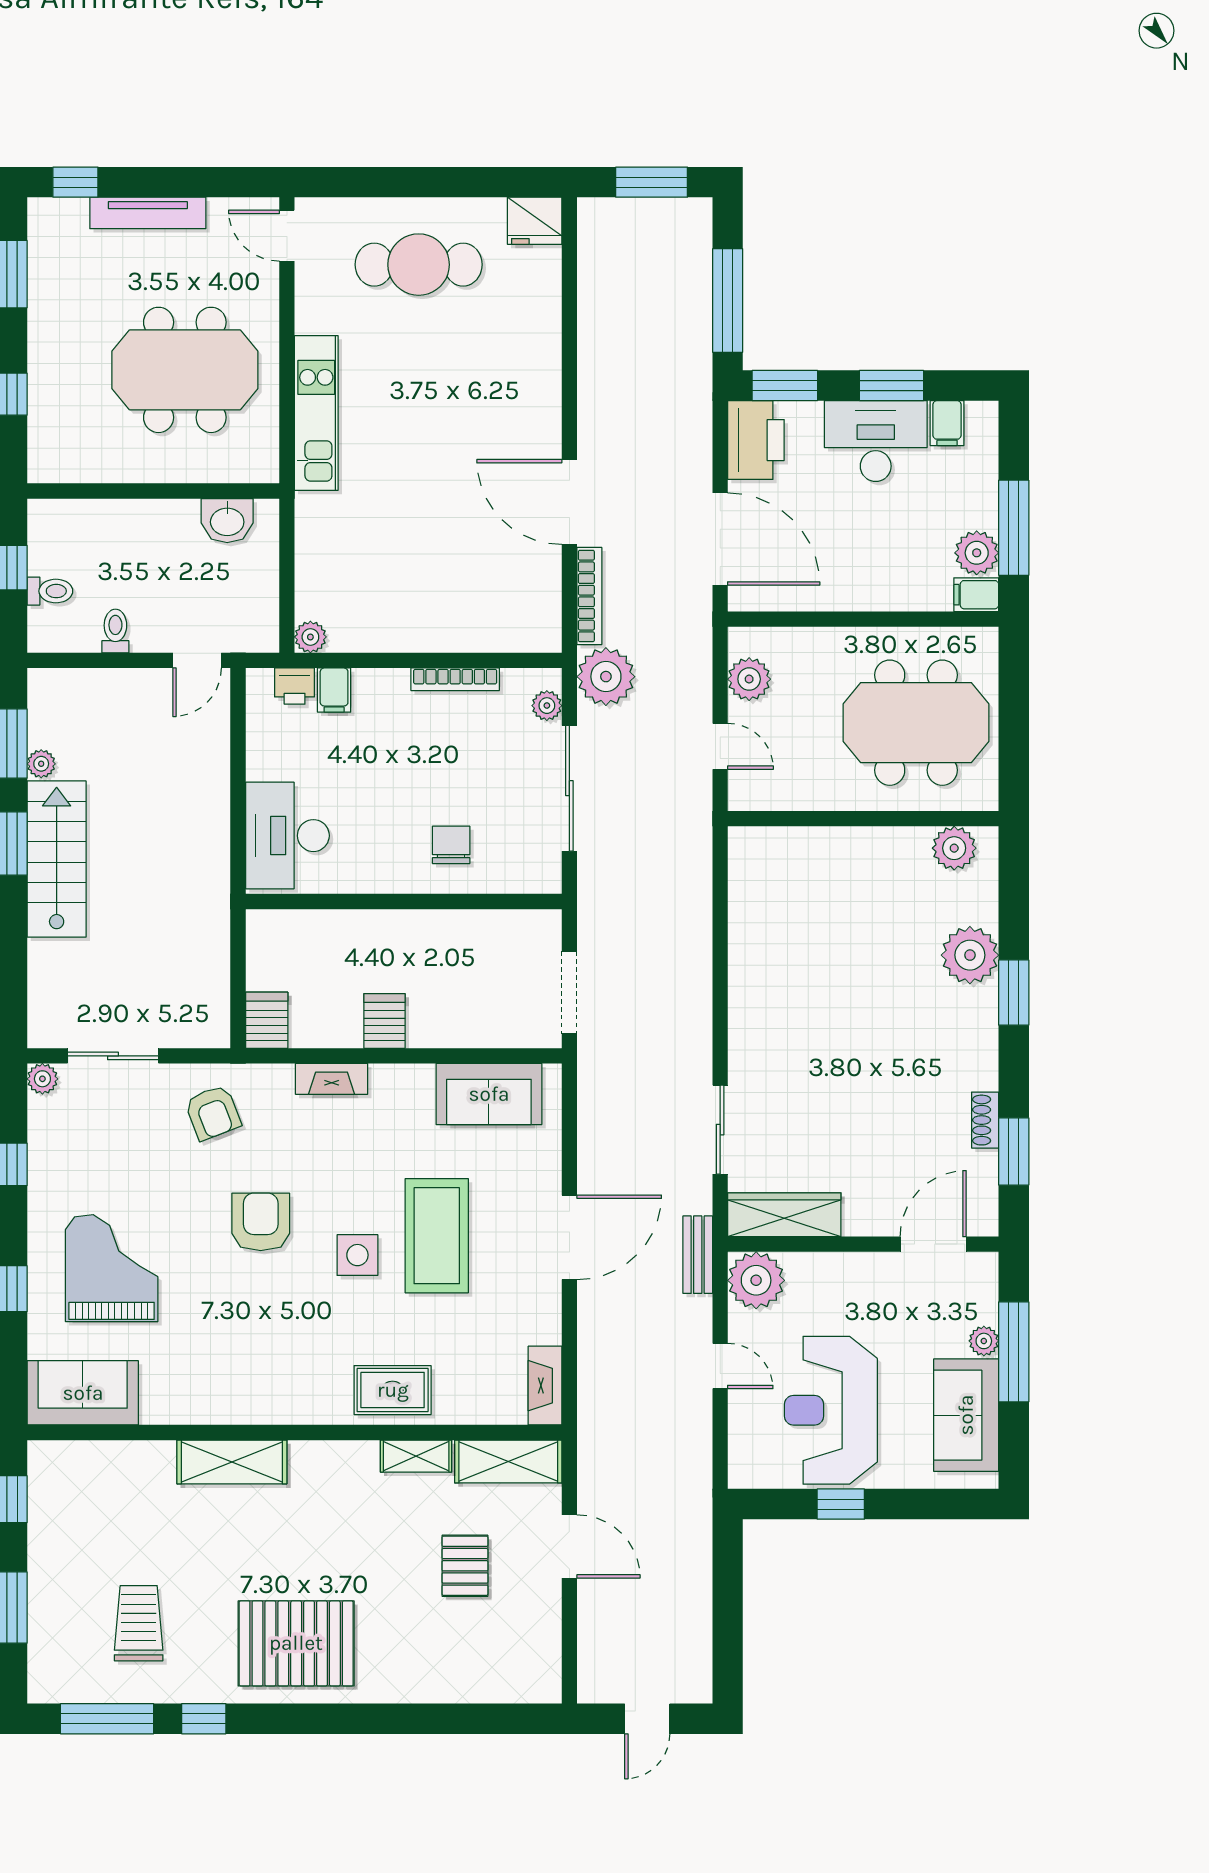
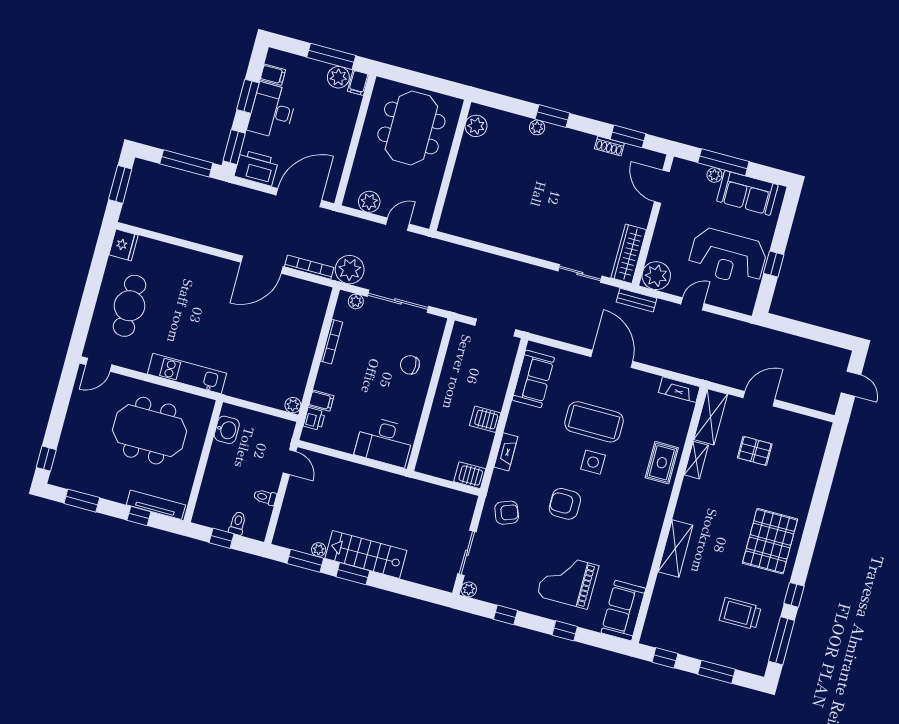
tv unit: (148, 213) -> (156, 505), moved, turned -90
meeting table: (185, 370) -> (150, 431), turned 90
plant: (970, 955) -> (537, 127), width x0.53, depth x0.53

